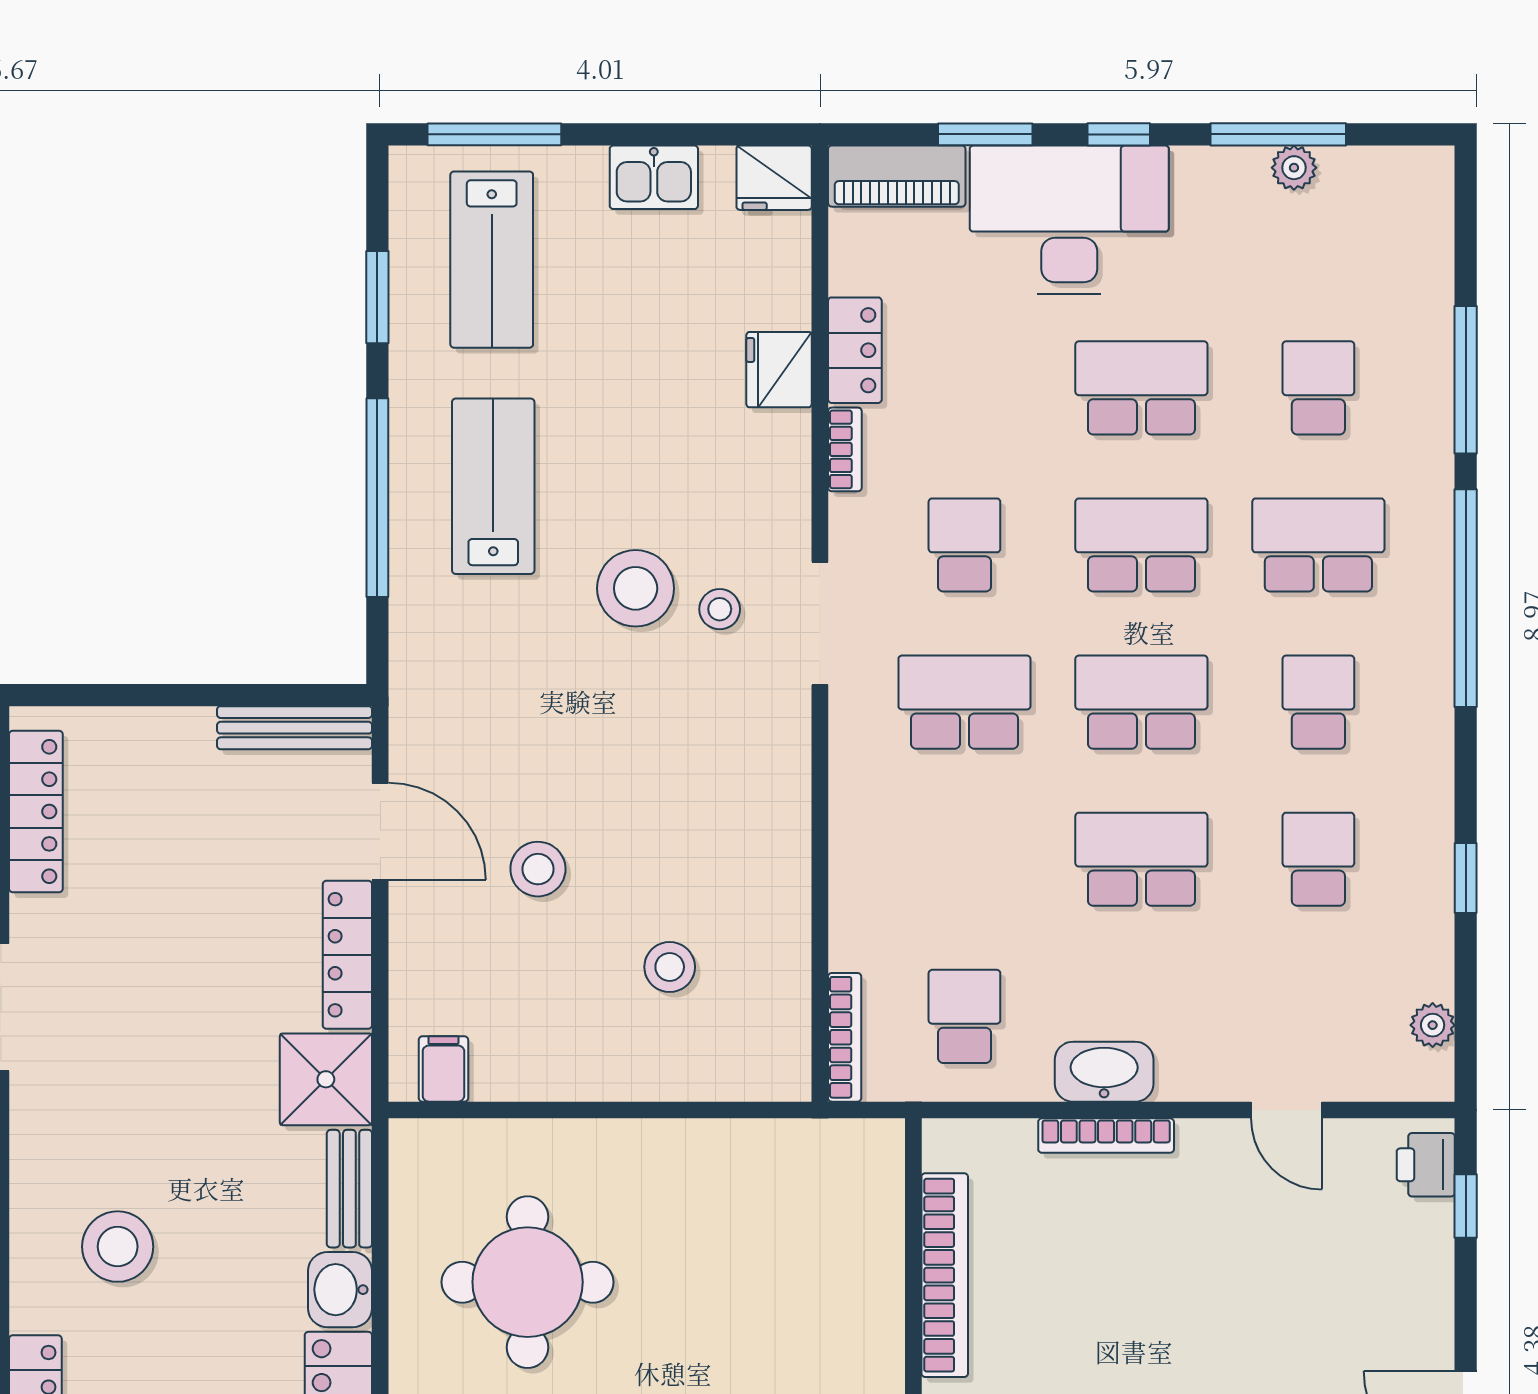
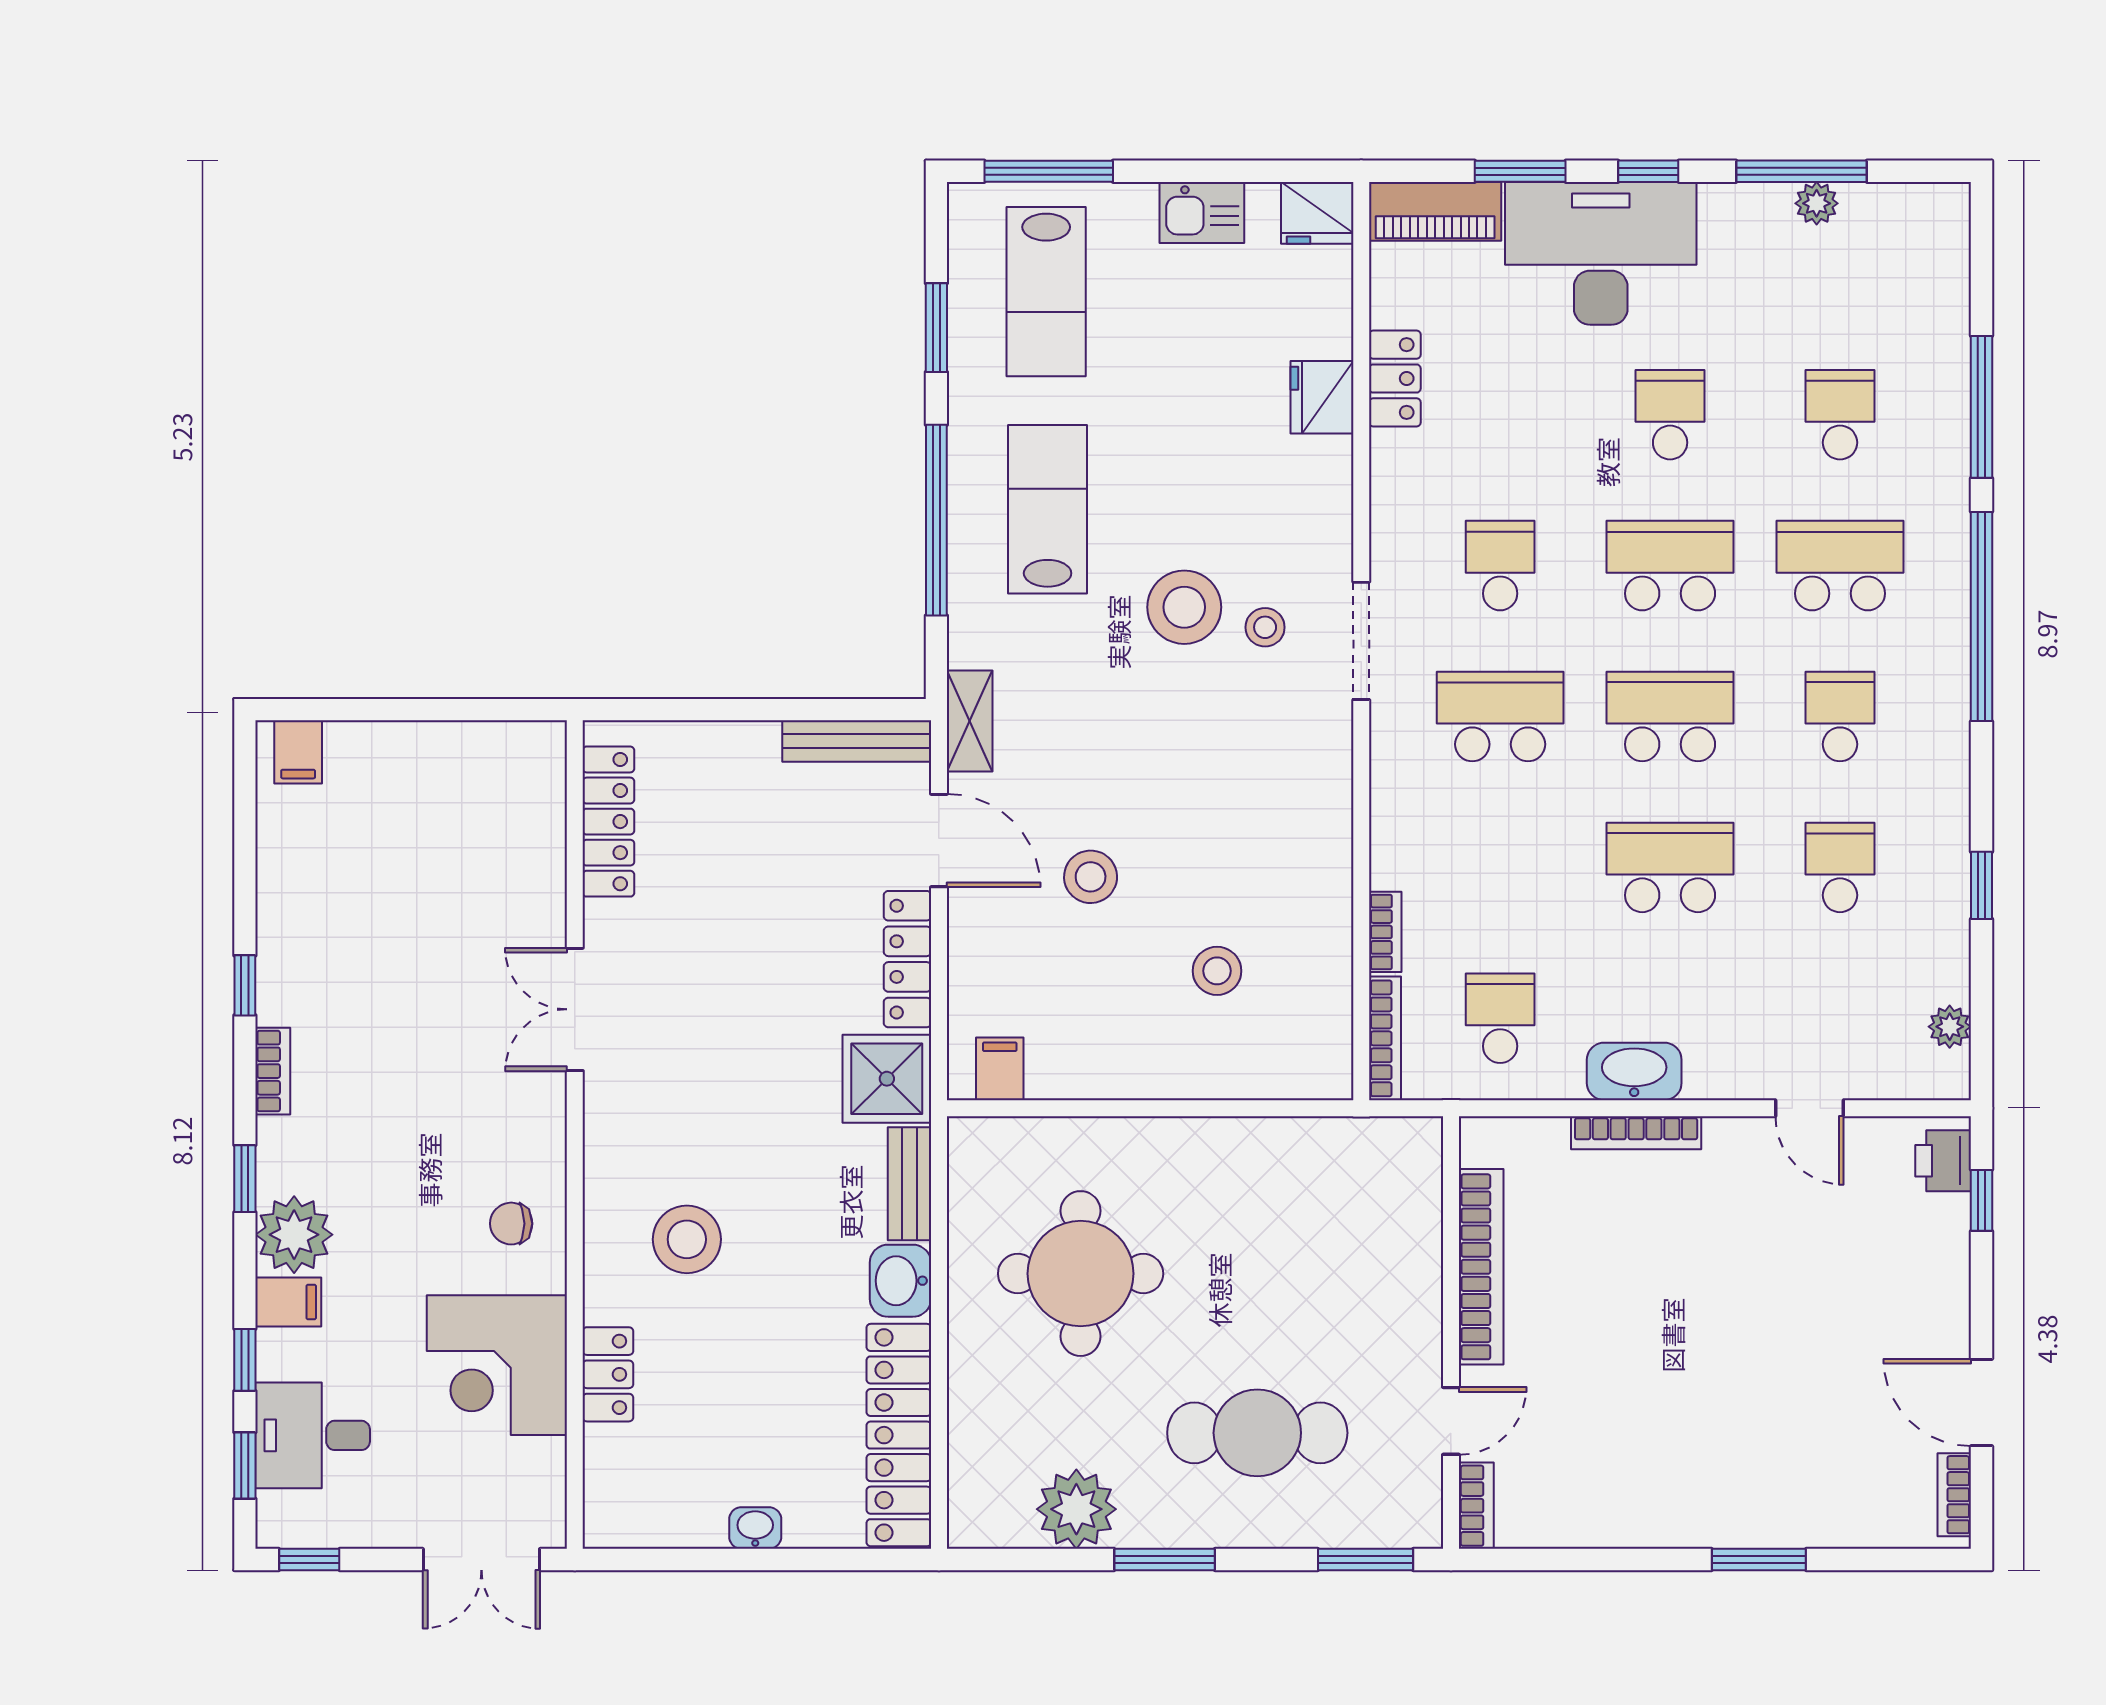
school desk: (1141, 388) -> (1670, 415), width x0.54
bookcase: (845, 449) -> (1385, 932), moved
shelving: (412, 707) -> (970, 721), added

